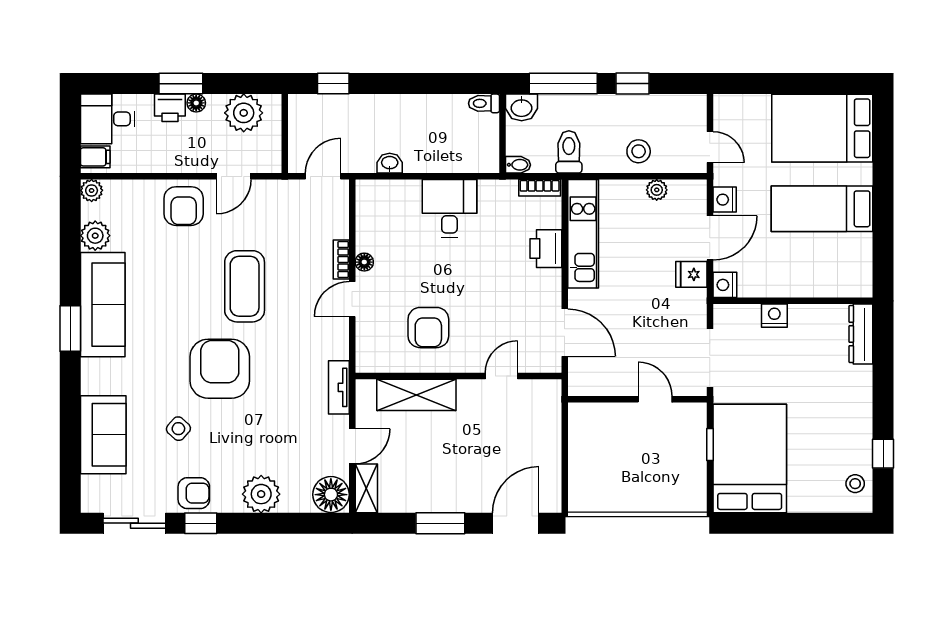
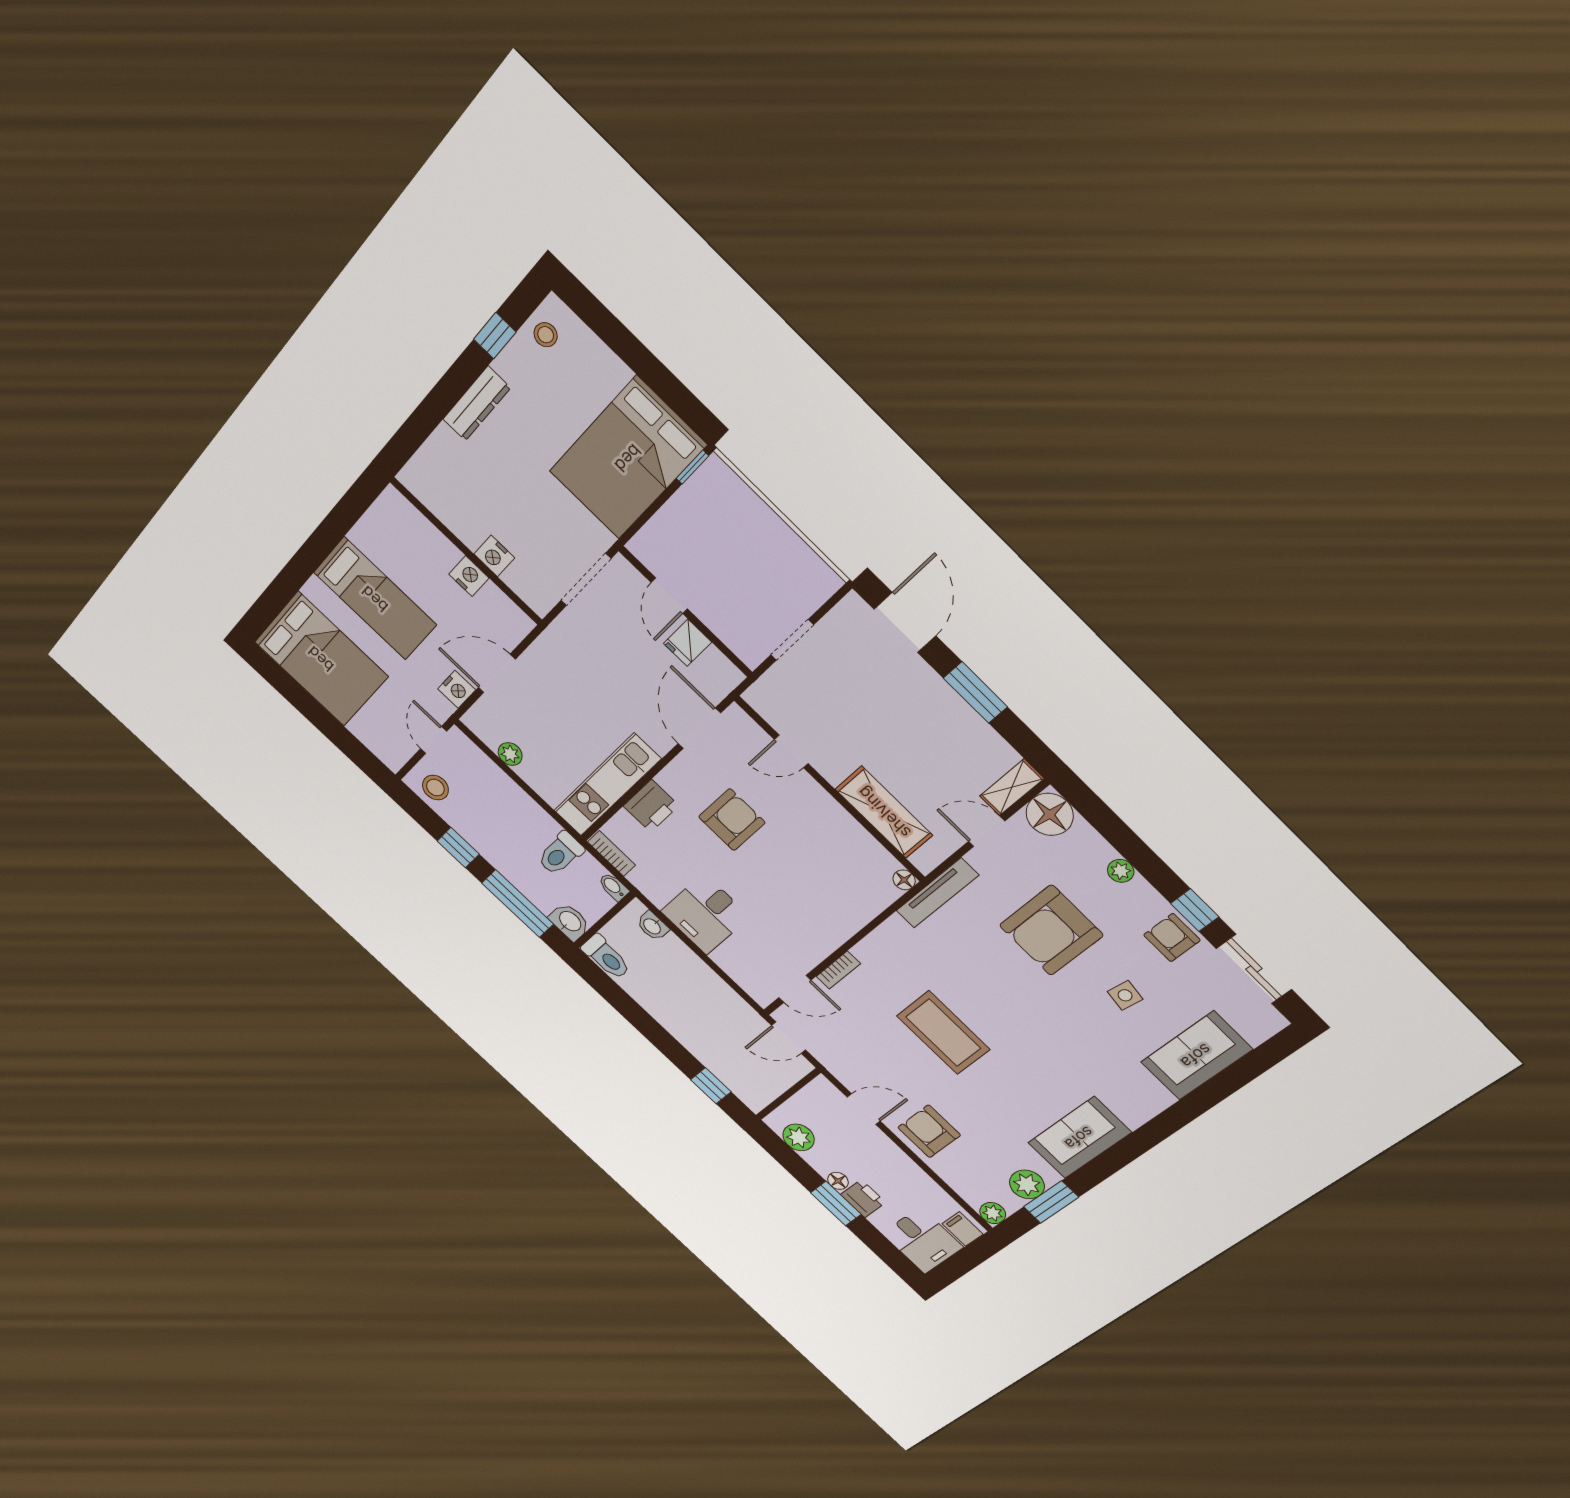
toilet: (484, 103) -> (606, 957), width x1.37, depth x1.39
plant: (244, 113) -> (799, 1137), width x0.73, depth x0.73
stool: (639, 151) -> (435, 788), moved
washbasin: (390, 163) -> (652, 926), moved
armchair: (184, 206) -> (929, 1131), turned -90
floor lamp: (364, 262) -> (904, 880), moved
fridge: (691, 274) -> (687, 643), moved, turned 90
nightstand: (725, 285) -> (469, 576), moved, turned -90
coffee table: (245, 286) -> (943, 1033), turned 90
door: (352, 299) -> (795, 989), moved
sofa: (103, 305) -> (1079, 1138), width x0.73
armchair: (428, 328) -> (732, 820), moved
window: (70, 329) -> (1051, 1202), moved
dresser: (861, 334) -> (477, 404), moved
armchair: (220, 369) -> (1051, 930), moved
tv unit: (339, 387) -> (937, 893), width x1.41
side table: (178, 429) -> (1125, 995), turned -34
window: (710, 445) -> (692, 467), moved
doorway: (565, 446) -> (792, 640), added
plant: (261, 494) -> (1121, 871), width x0.53, depth x0.53
door: (516, 523) -> (905, 622), swing flipped

